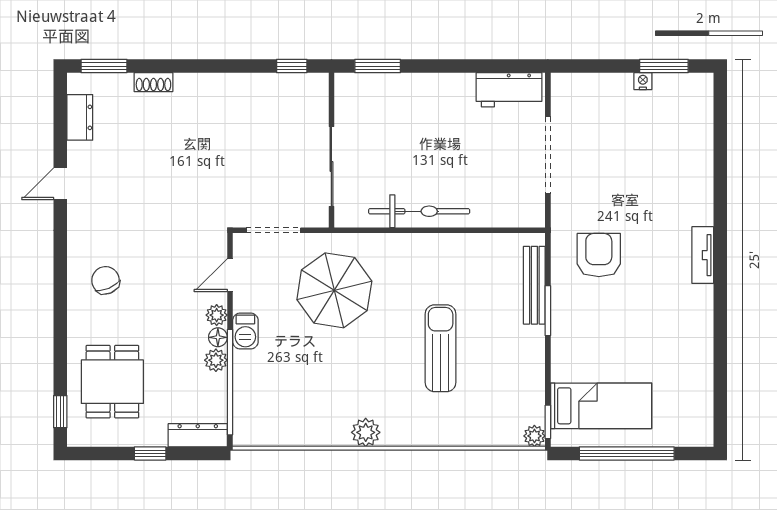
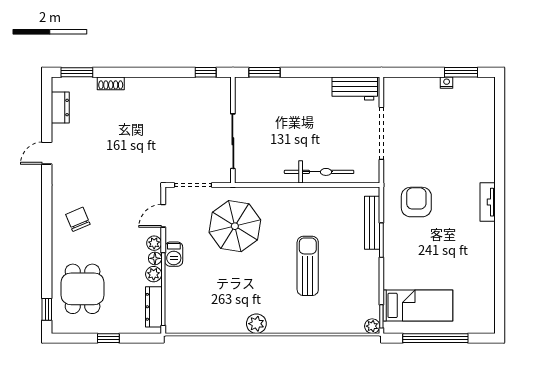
bicycle: (419, 211) -> (319, 172), moved
dresser: (198, 435) -> (153, 307), moved, turned -90

